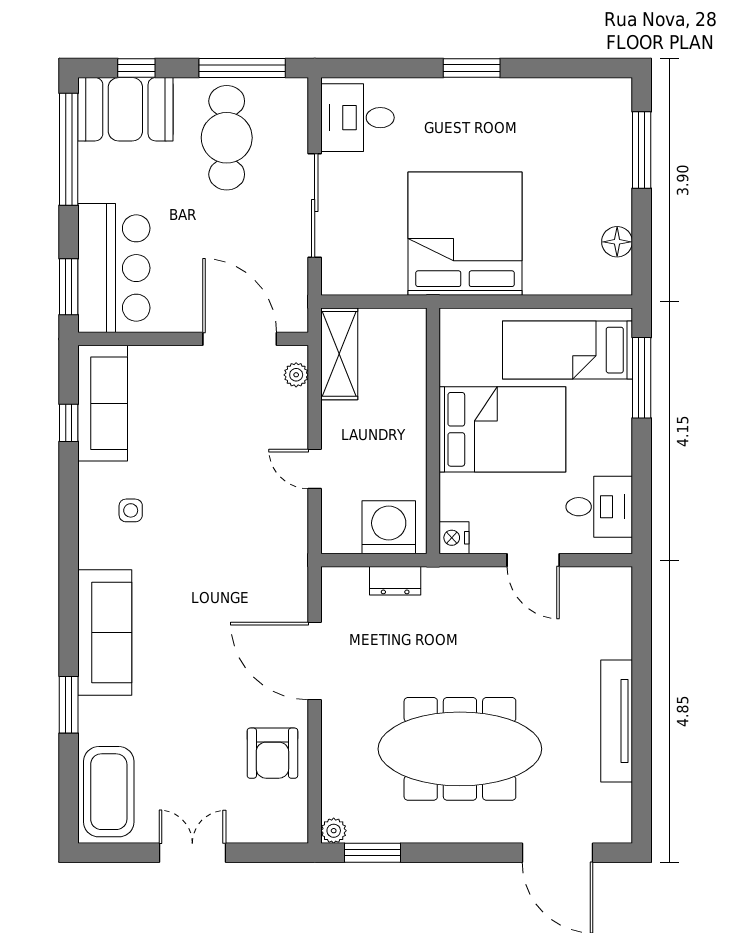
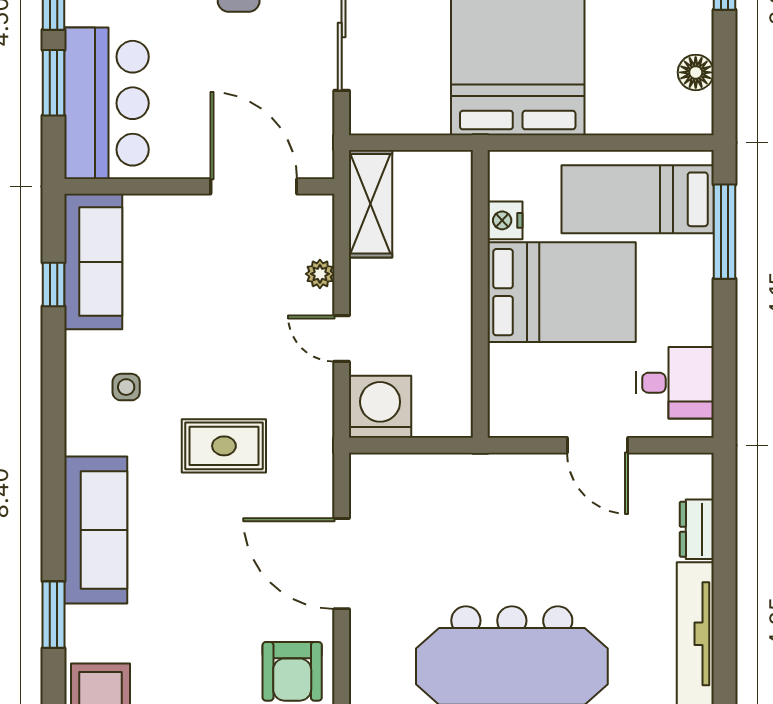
window: (69, 287) -> (54, 83), moved
plant: (296, 375) -> (320, 274), moved
washing machine: (389, 527) -> (380, 407), moved
nightstand: (454, 538) -> (505, 220), moved
rug: (214, 561) -> (224, 446), added
dresser: (395, 581) -> (697, 529), moved, turned 90

